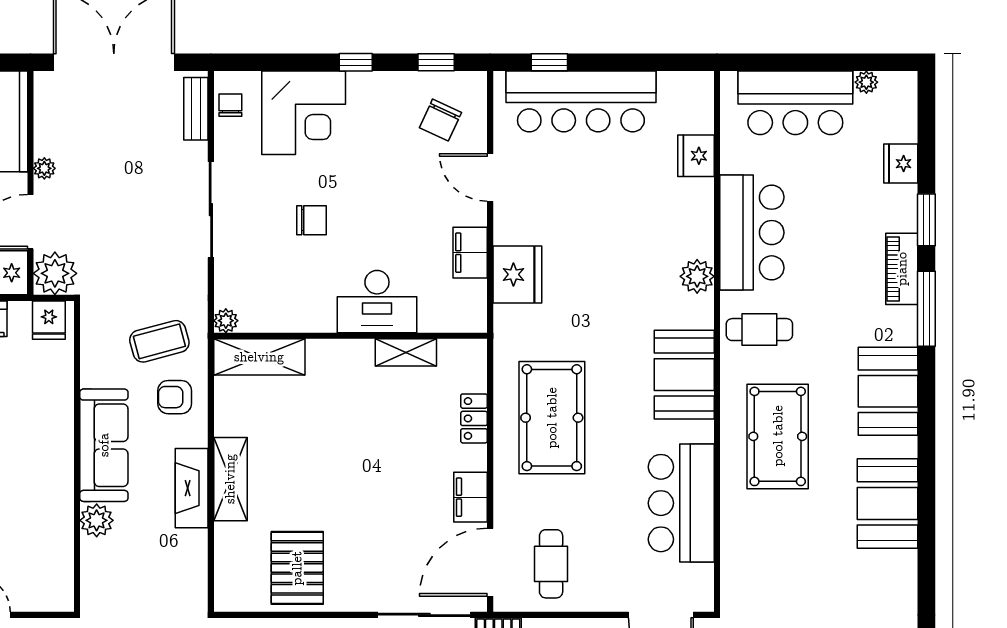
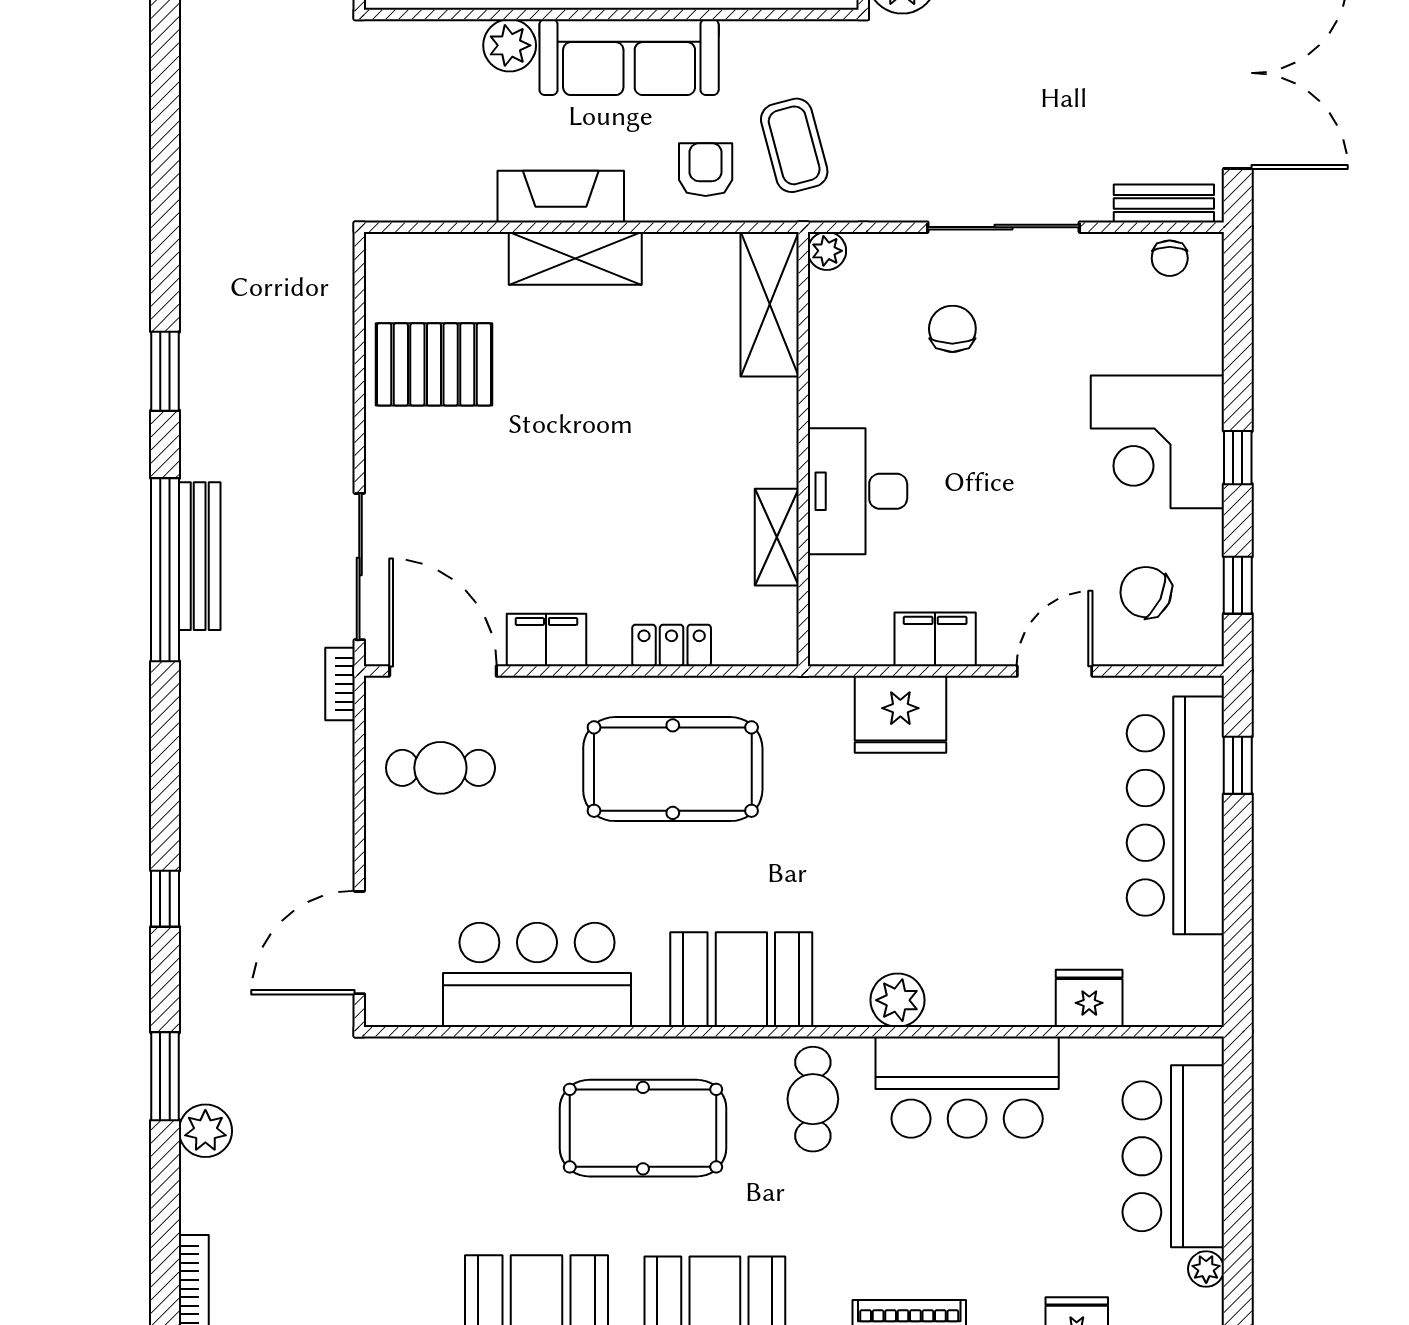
chair: (230, 105) -> (1170, 258), turned 90
corner desk: (304, 113) -> (1157, 442), moved
chair: (312, 220) -> (952, 329), moved, turned 180

